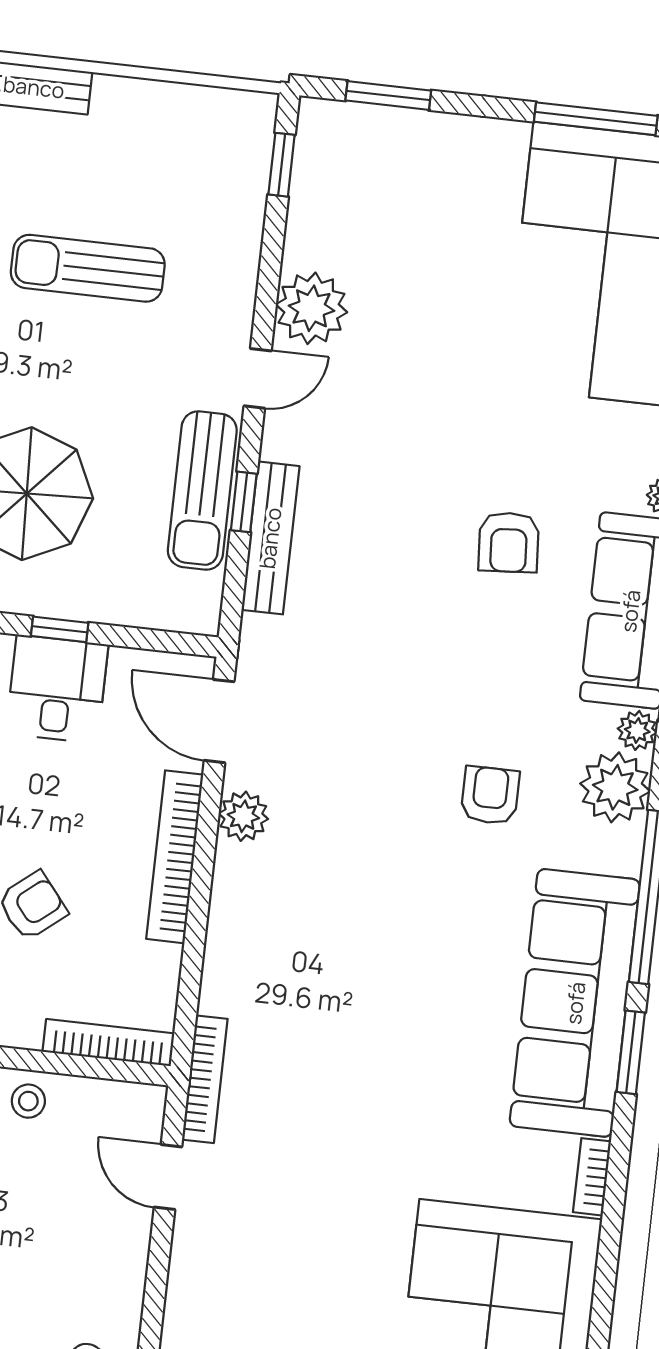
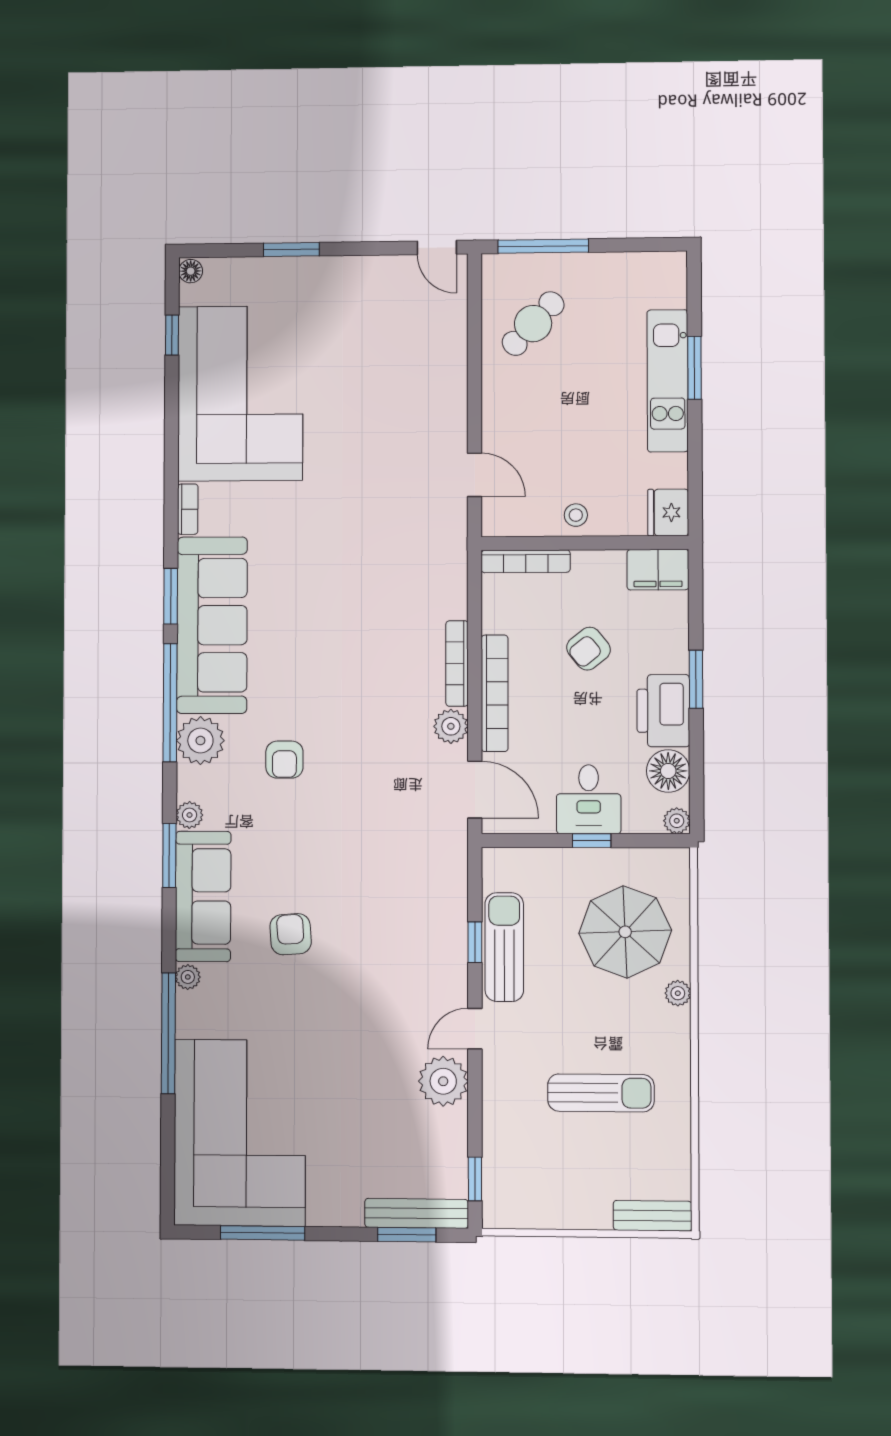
bench: (270, 538) -> (417, 1213), moved, turned 90
plant: (615, 787) -> (200, 741), moved
bookcase: (205, 1079) -> (457, 663), moved

